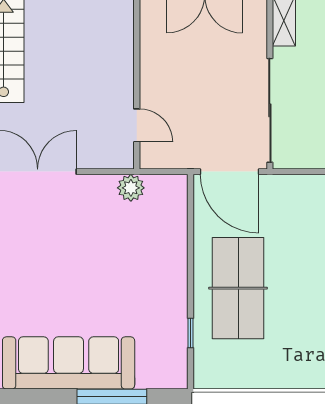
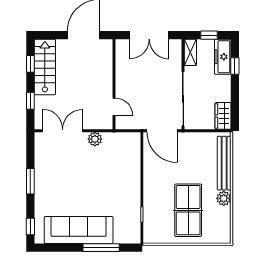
plant: (131, 188) -> (95, 139), moved
table tennis table: (238, 288) -> (188, 210), moved

